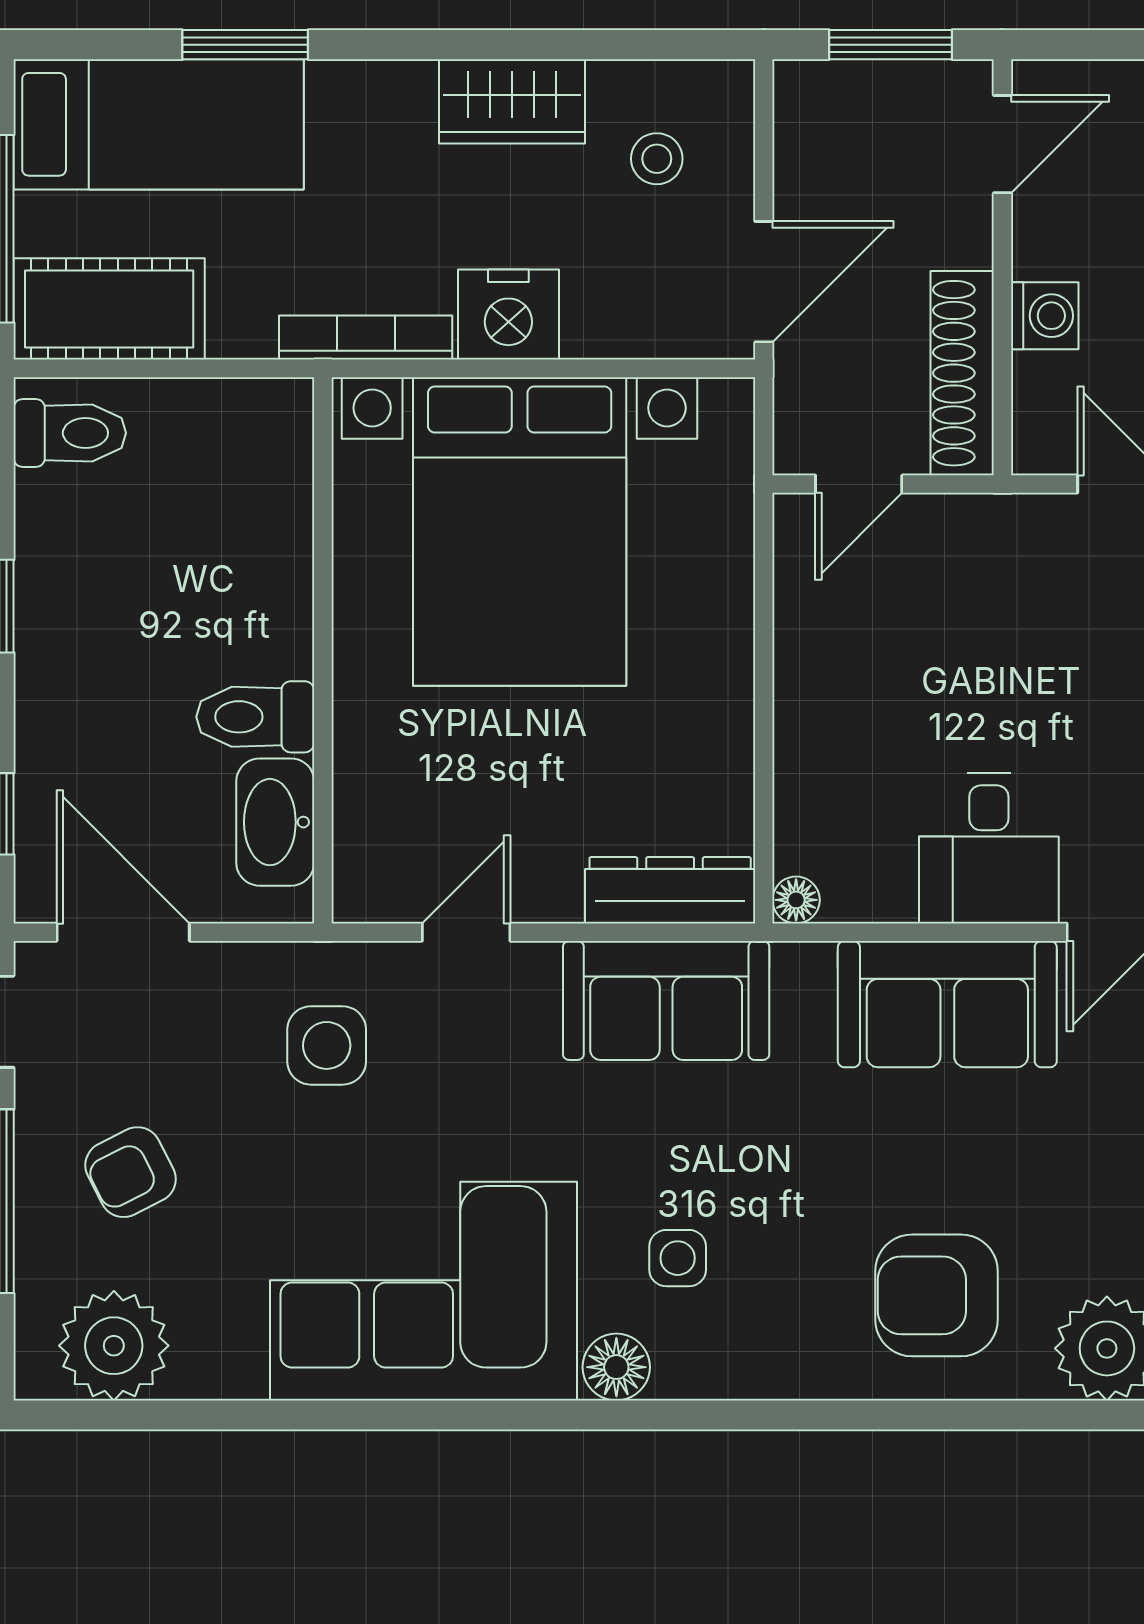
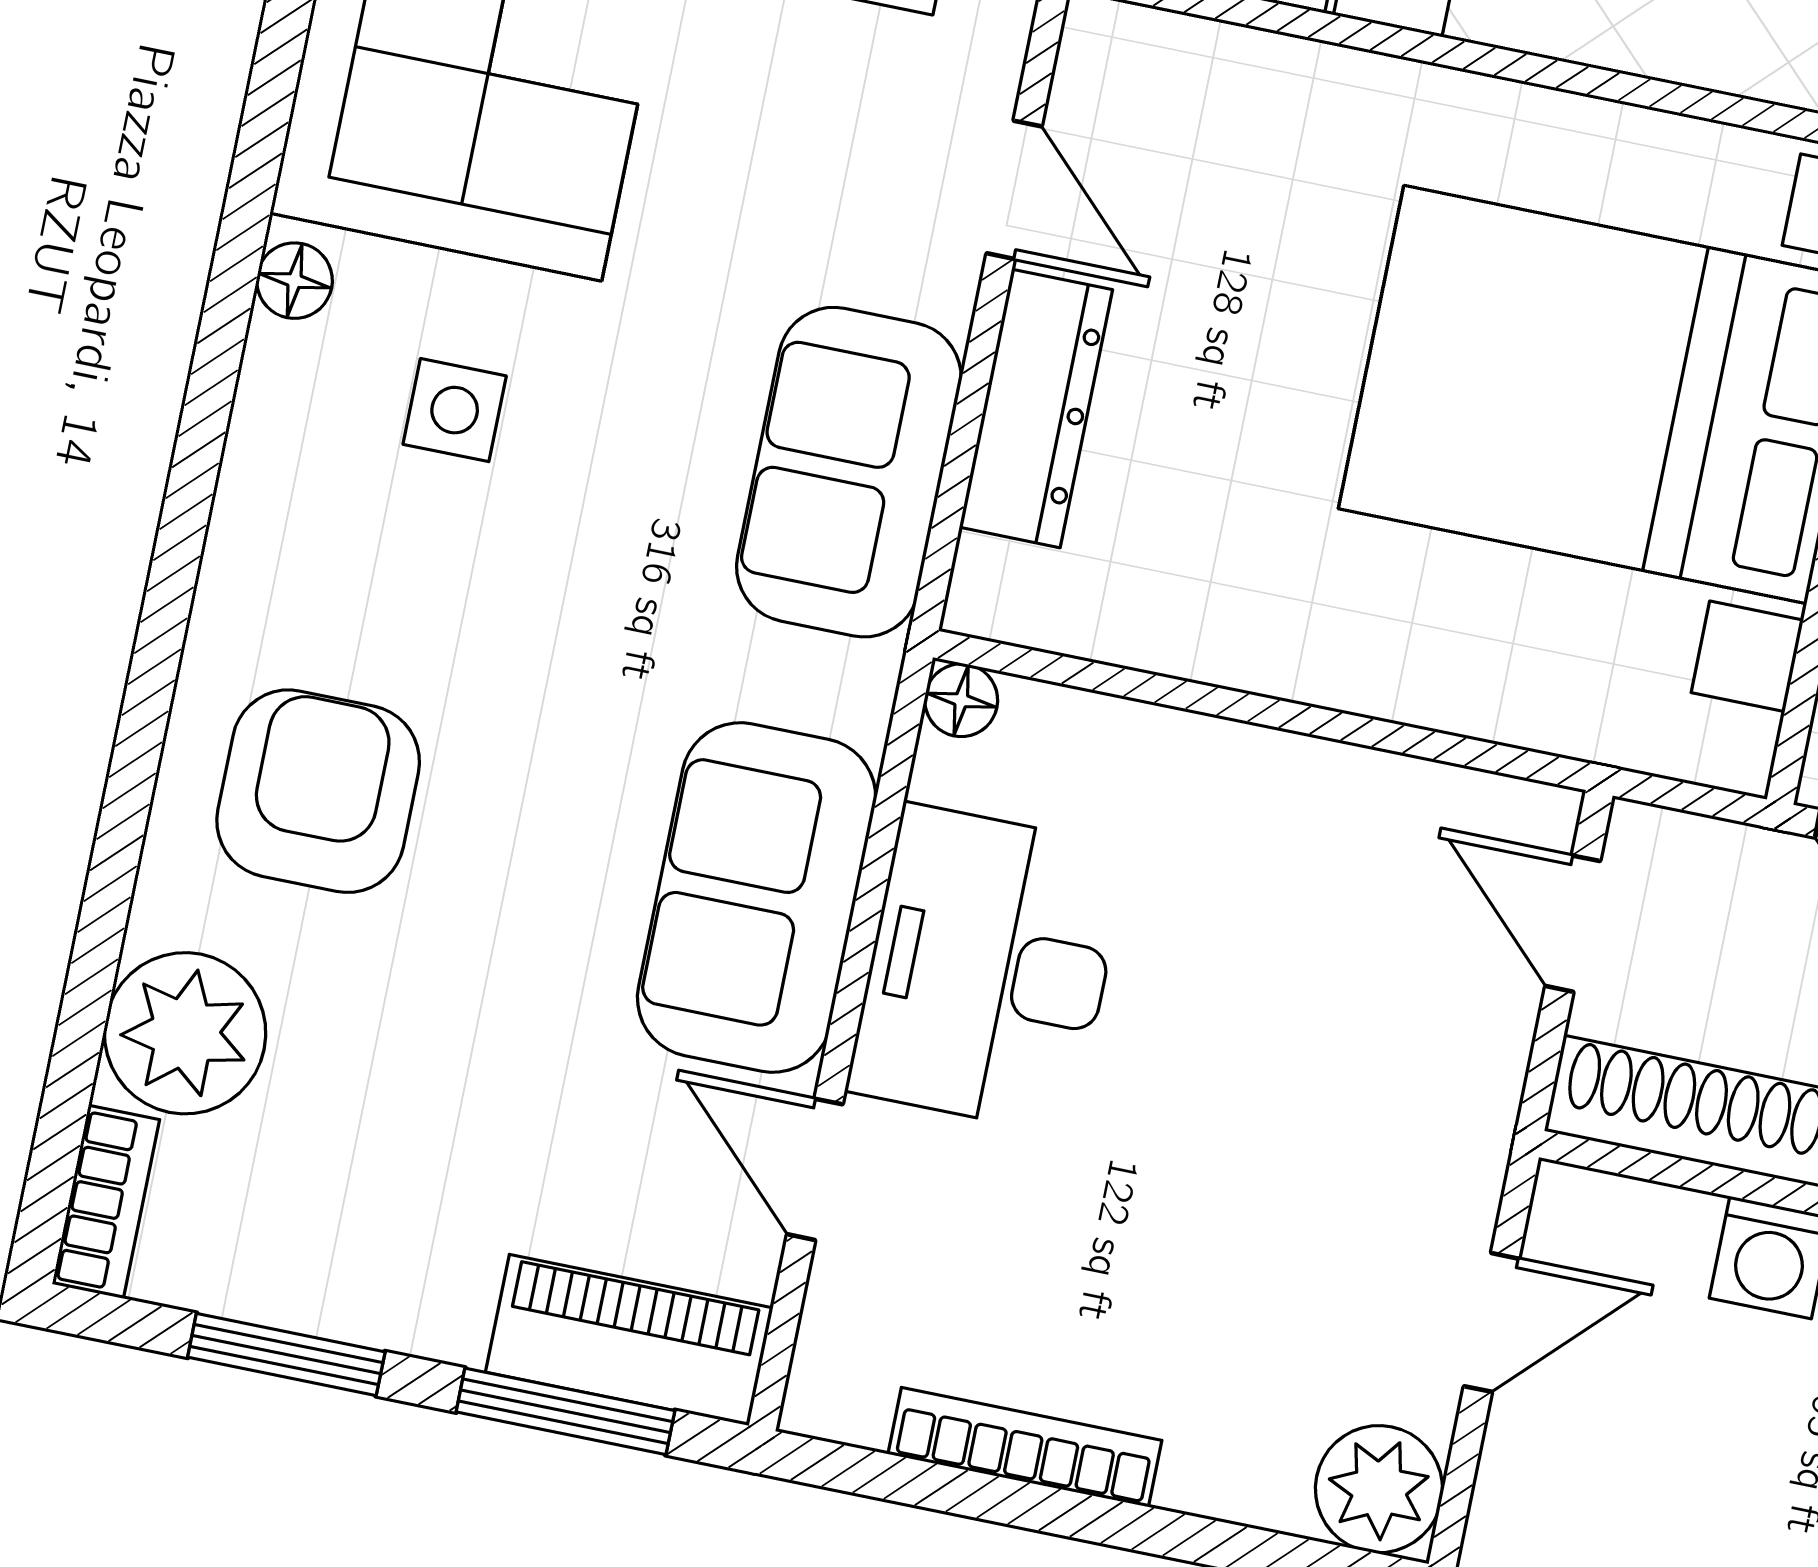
desk: (989, 848) -> (988, 969), width x1.37
dresser: (670, 890) -> (1036, 408), moved
floor lamp: (616, 1367) -> (295, 281), width x0.73, depth x0.73

